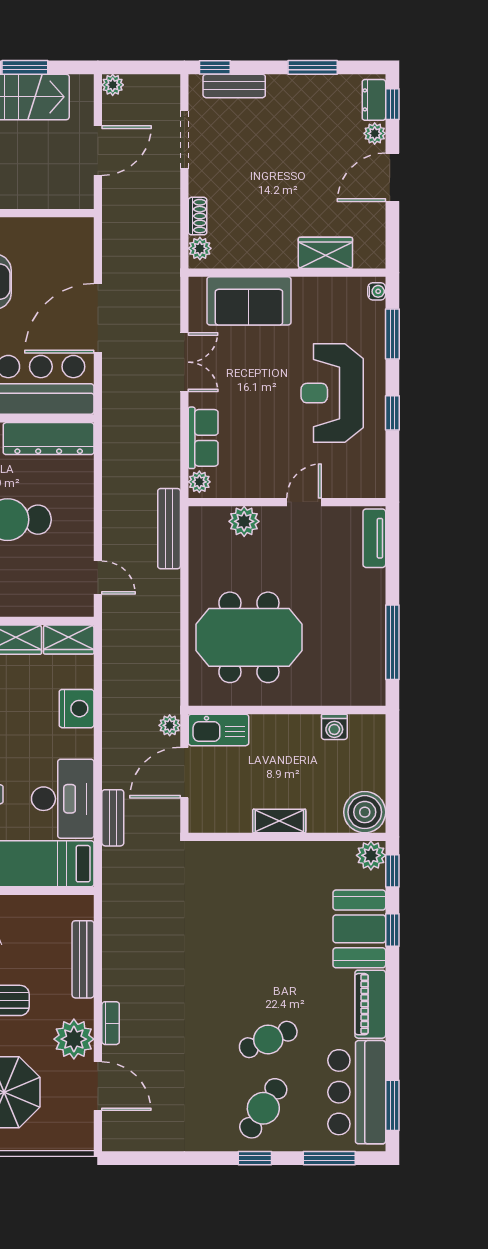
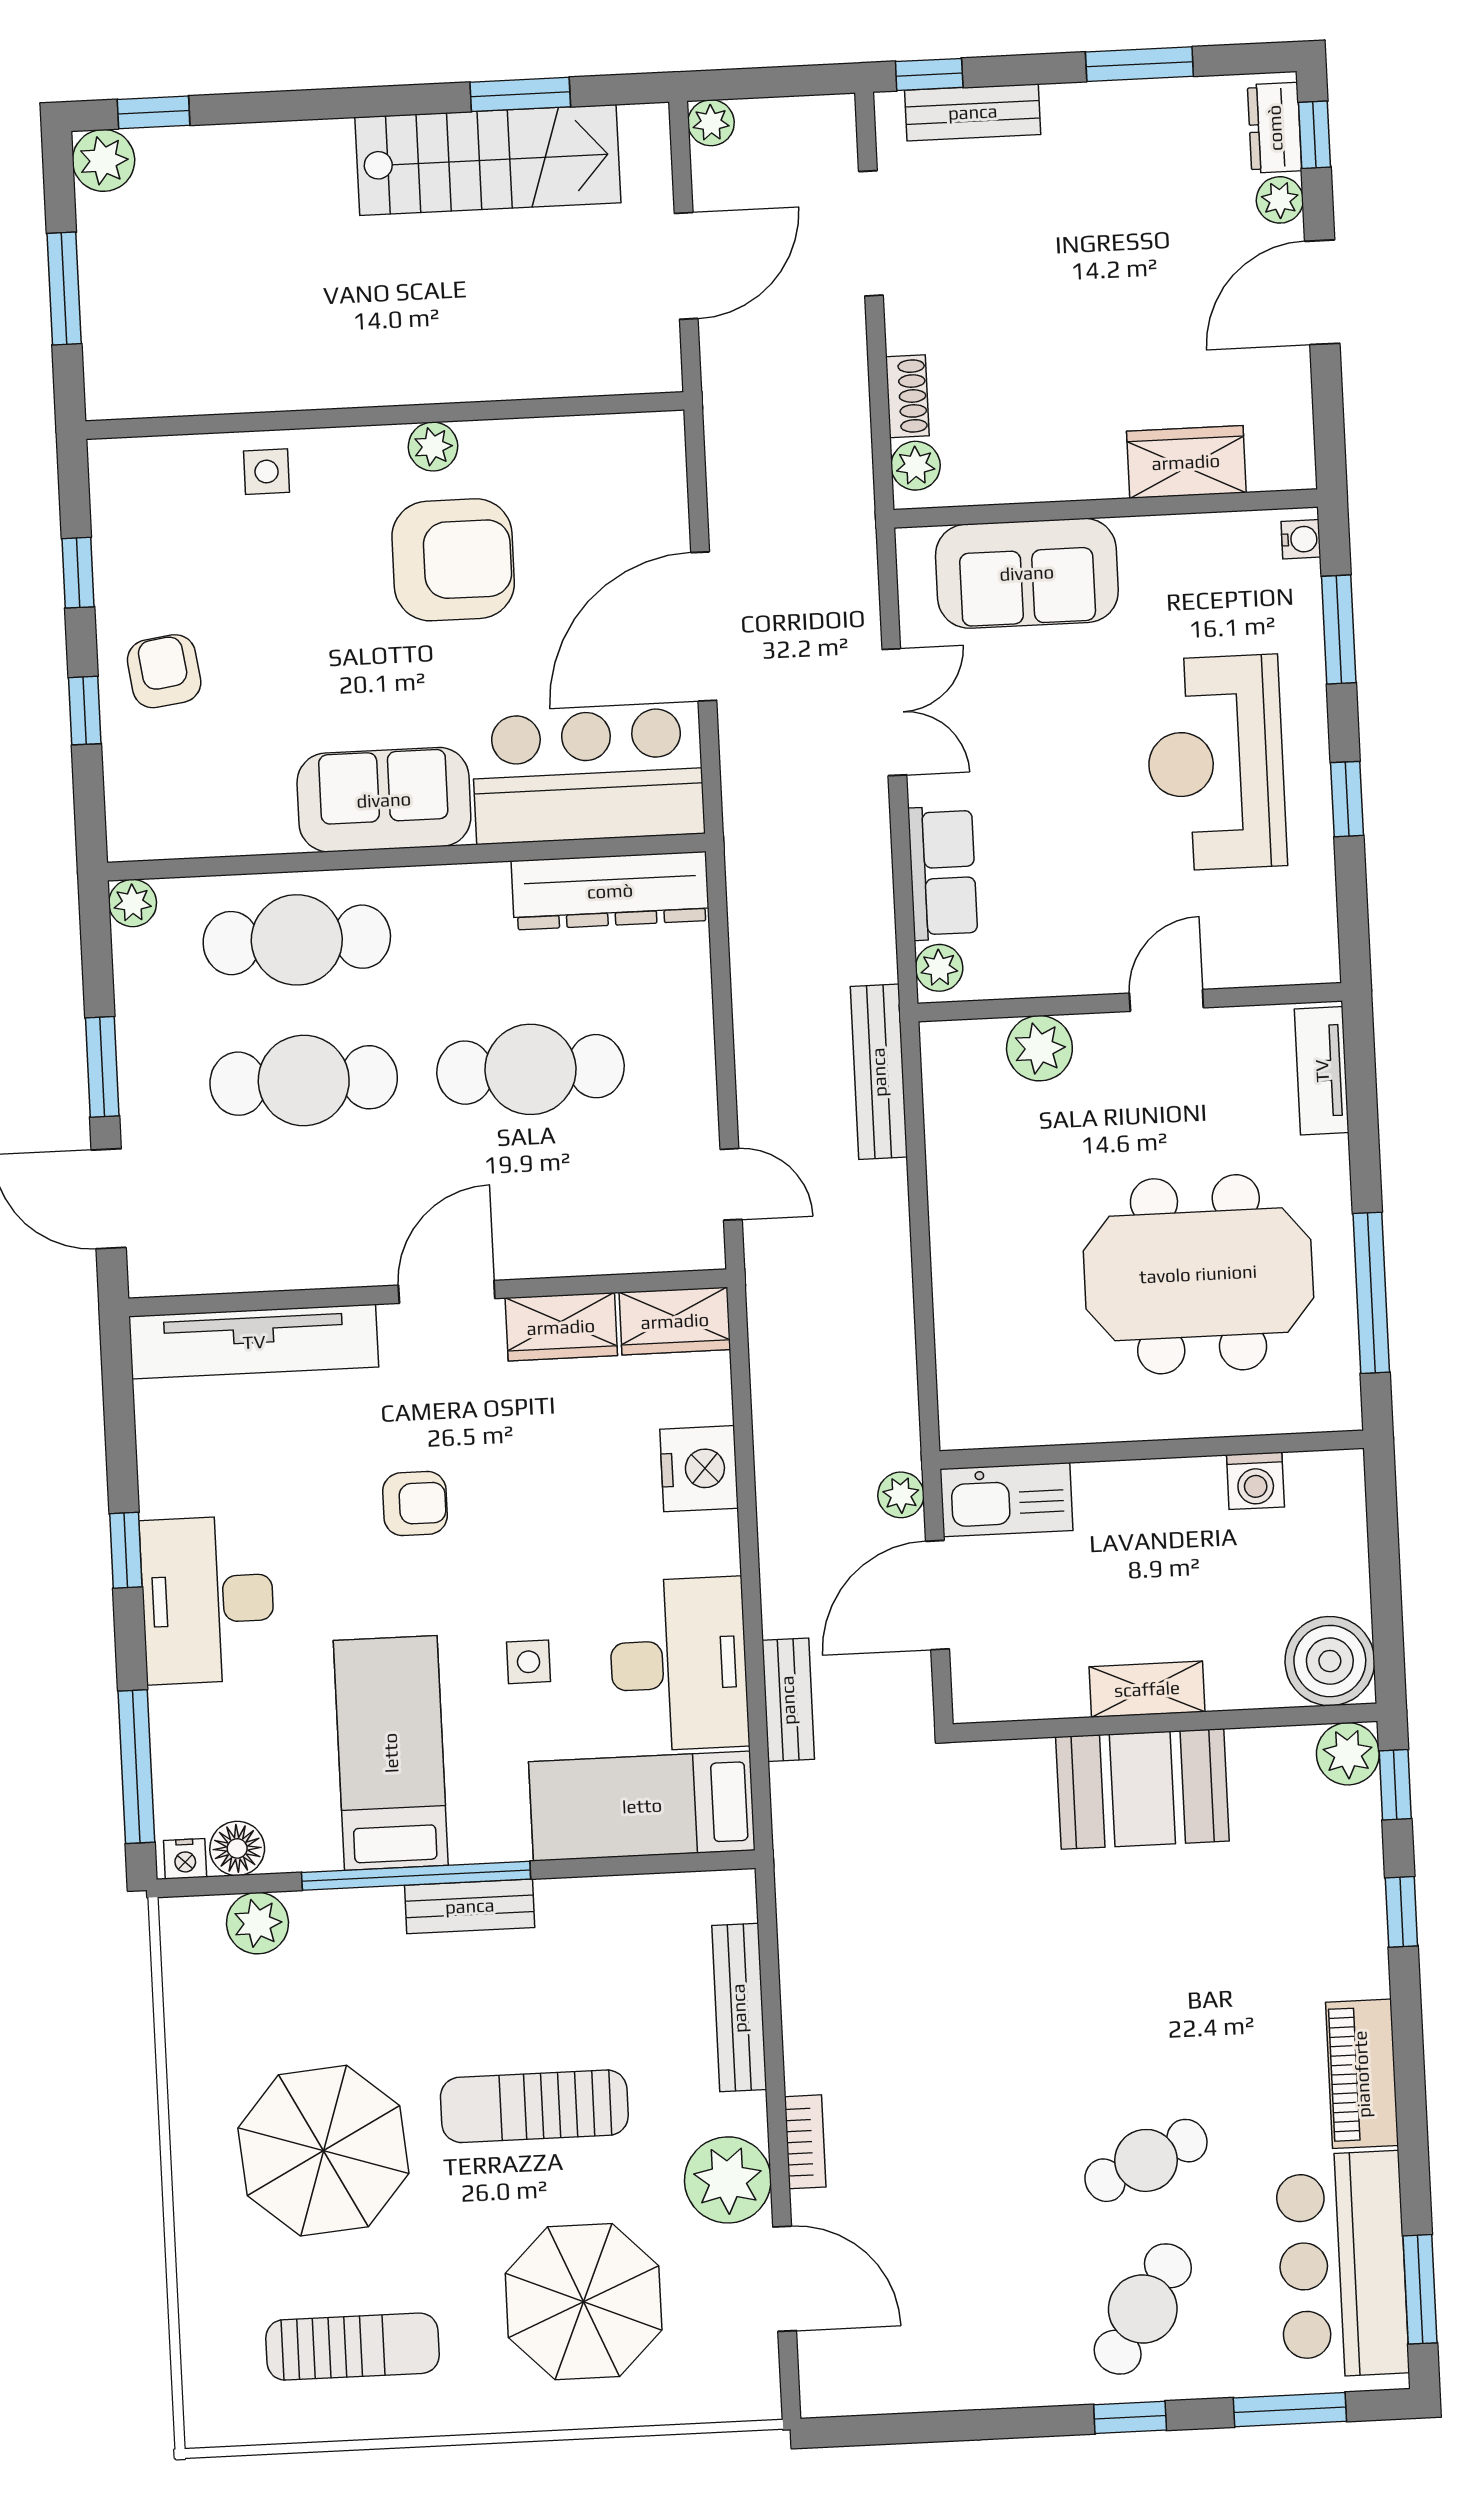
meeting table: (249, 637) -> (1198, 1274), moved
booth: (359, 929) -> (1142, 1789), moved, turned 90

